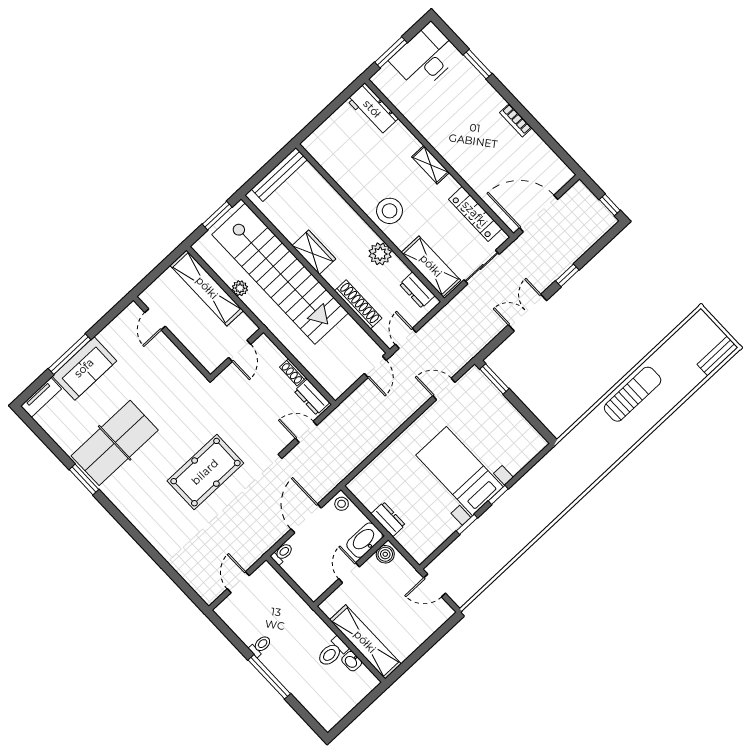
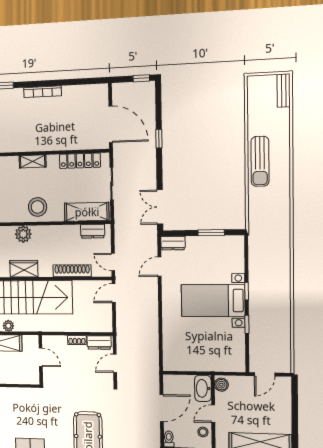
bookcase: (516, 120) -> (43, 92), width x1.56
door: (539, 214) -> (111, 124), swing flipped
plant: (380, 254) -> (23, 234), moved
double door: (528, 313) -> (160, 207), moved
door: (375, 367) -> (114, 293), swing flipped
window: (494, 379) -> (211, 233), moved
sun lounger: (633, 394) -> (260, 161), turned 180
stool: (342, 504) -> (203, 432), moved
door: (306, 518) -> (162, 408), swing flipped
dresser: (388, 519) -> (173, 243), moved, turned 180
door: (349, 573) -> (213, 414), hinge flipped

